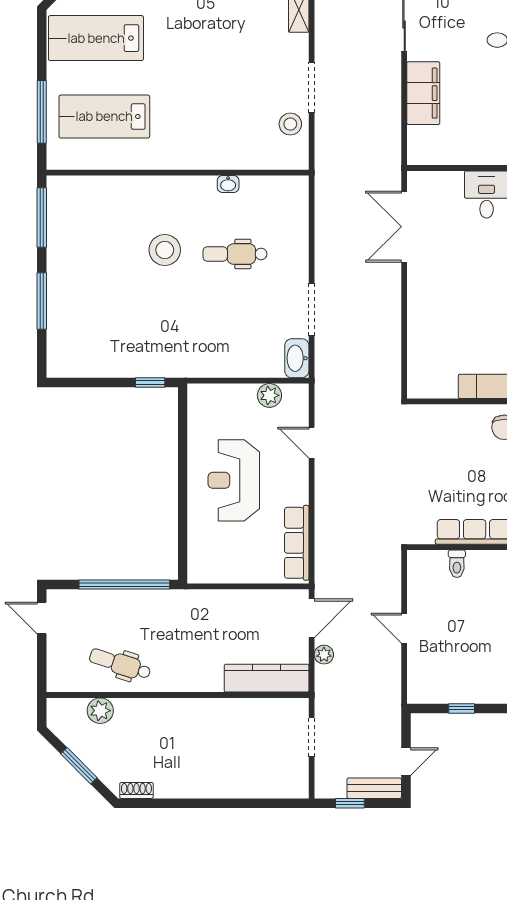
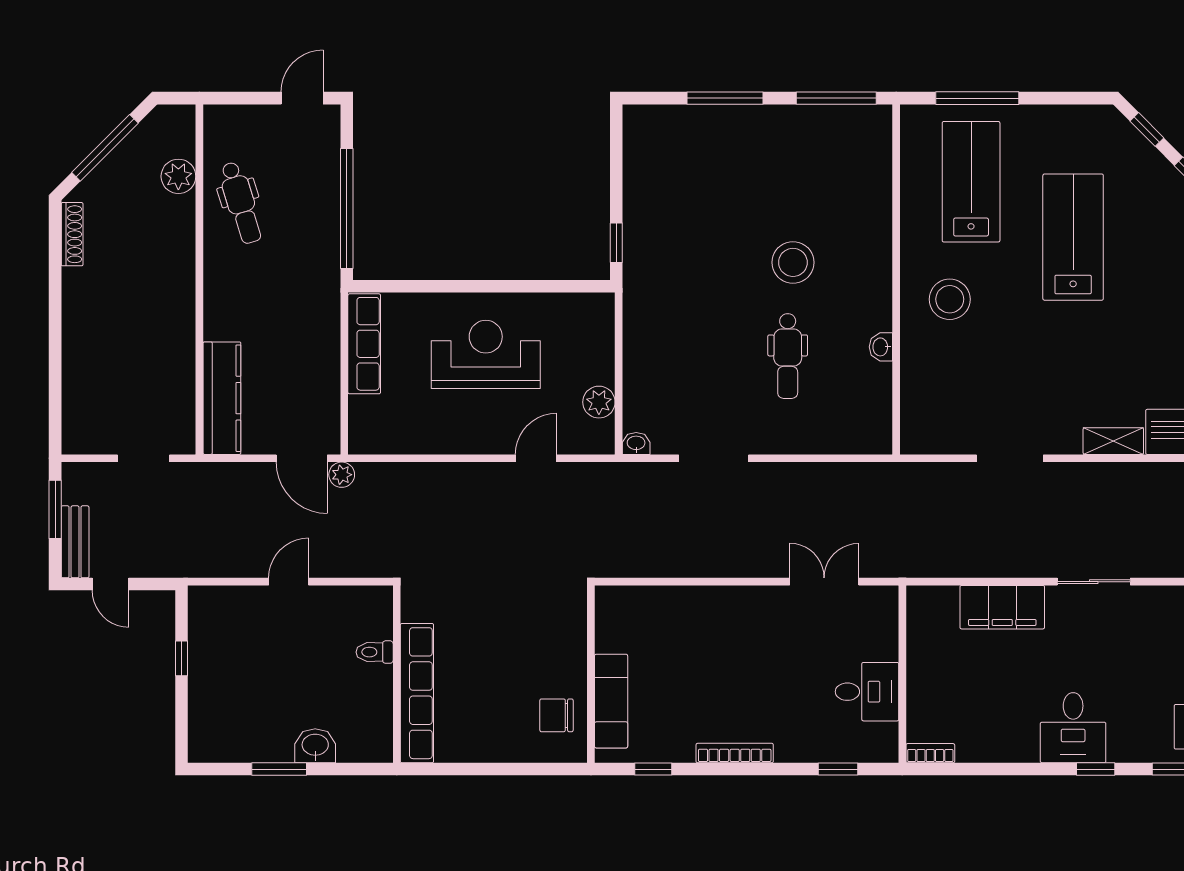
lab bench: (96, 38) -> (1073, 237), moved
stool: (290, 124) -> (950, 299), moved, width x1.38, depth x1.38
double door: (404, 227) -> (824, 582), width x0.73
dental chair: (235, 254) -> (788, 356), turned 180
washbasin: (297, 358) -> (636, 444), width x0.52, depth x0.69
row of seats: (297, 543) -> (364, 344), moved, turned 90
plant: (324, 655) -> (342, 475), moved
dental chair: (120, 664) -> (241, 203), turned 145
window: (79, 766) -> (105, 148), width x1.44
shoe rack: (136, 790) -> (72, 234), width x1.43
window: (350, 803) -> (55, 509), width x1.50

